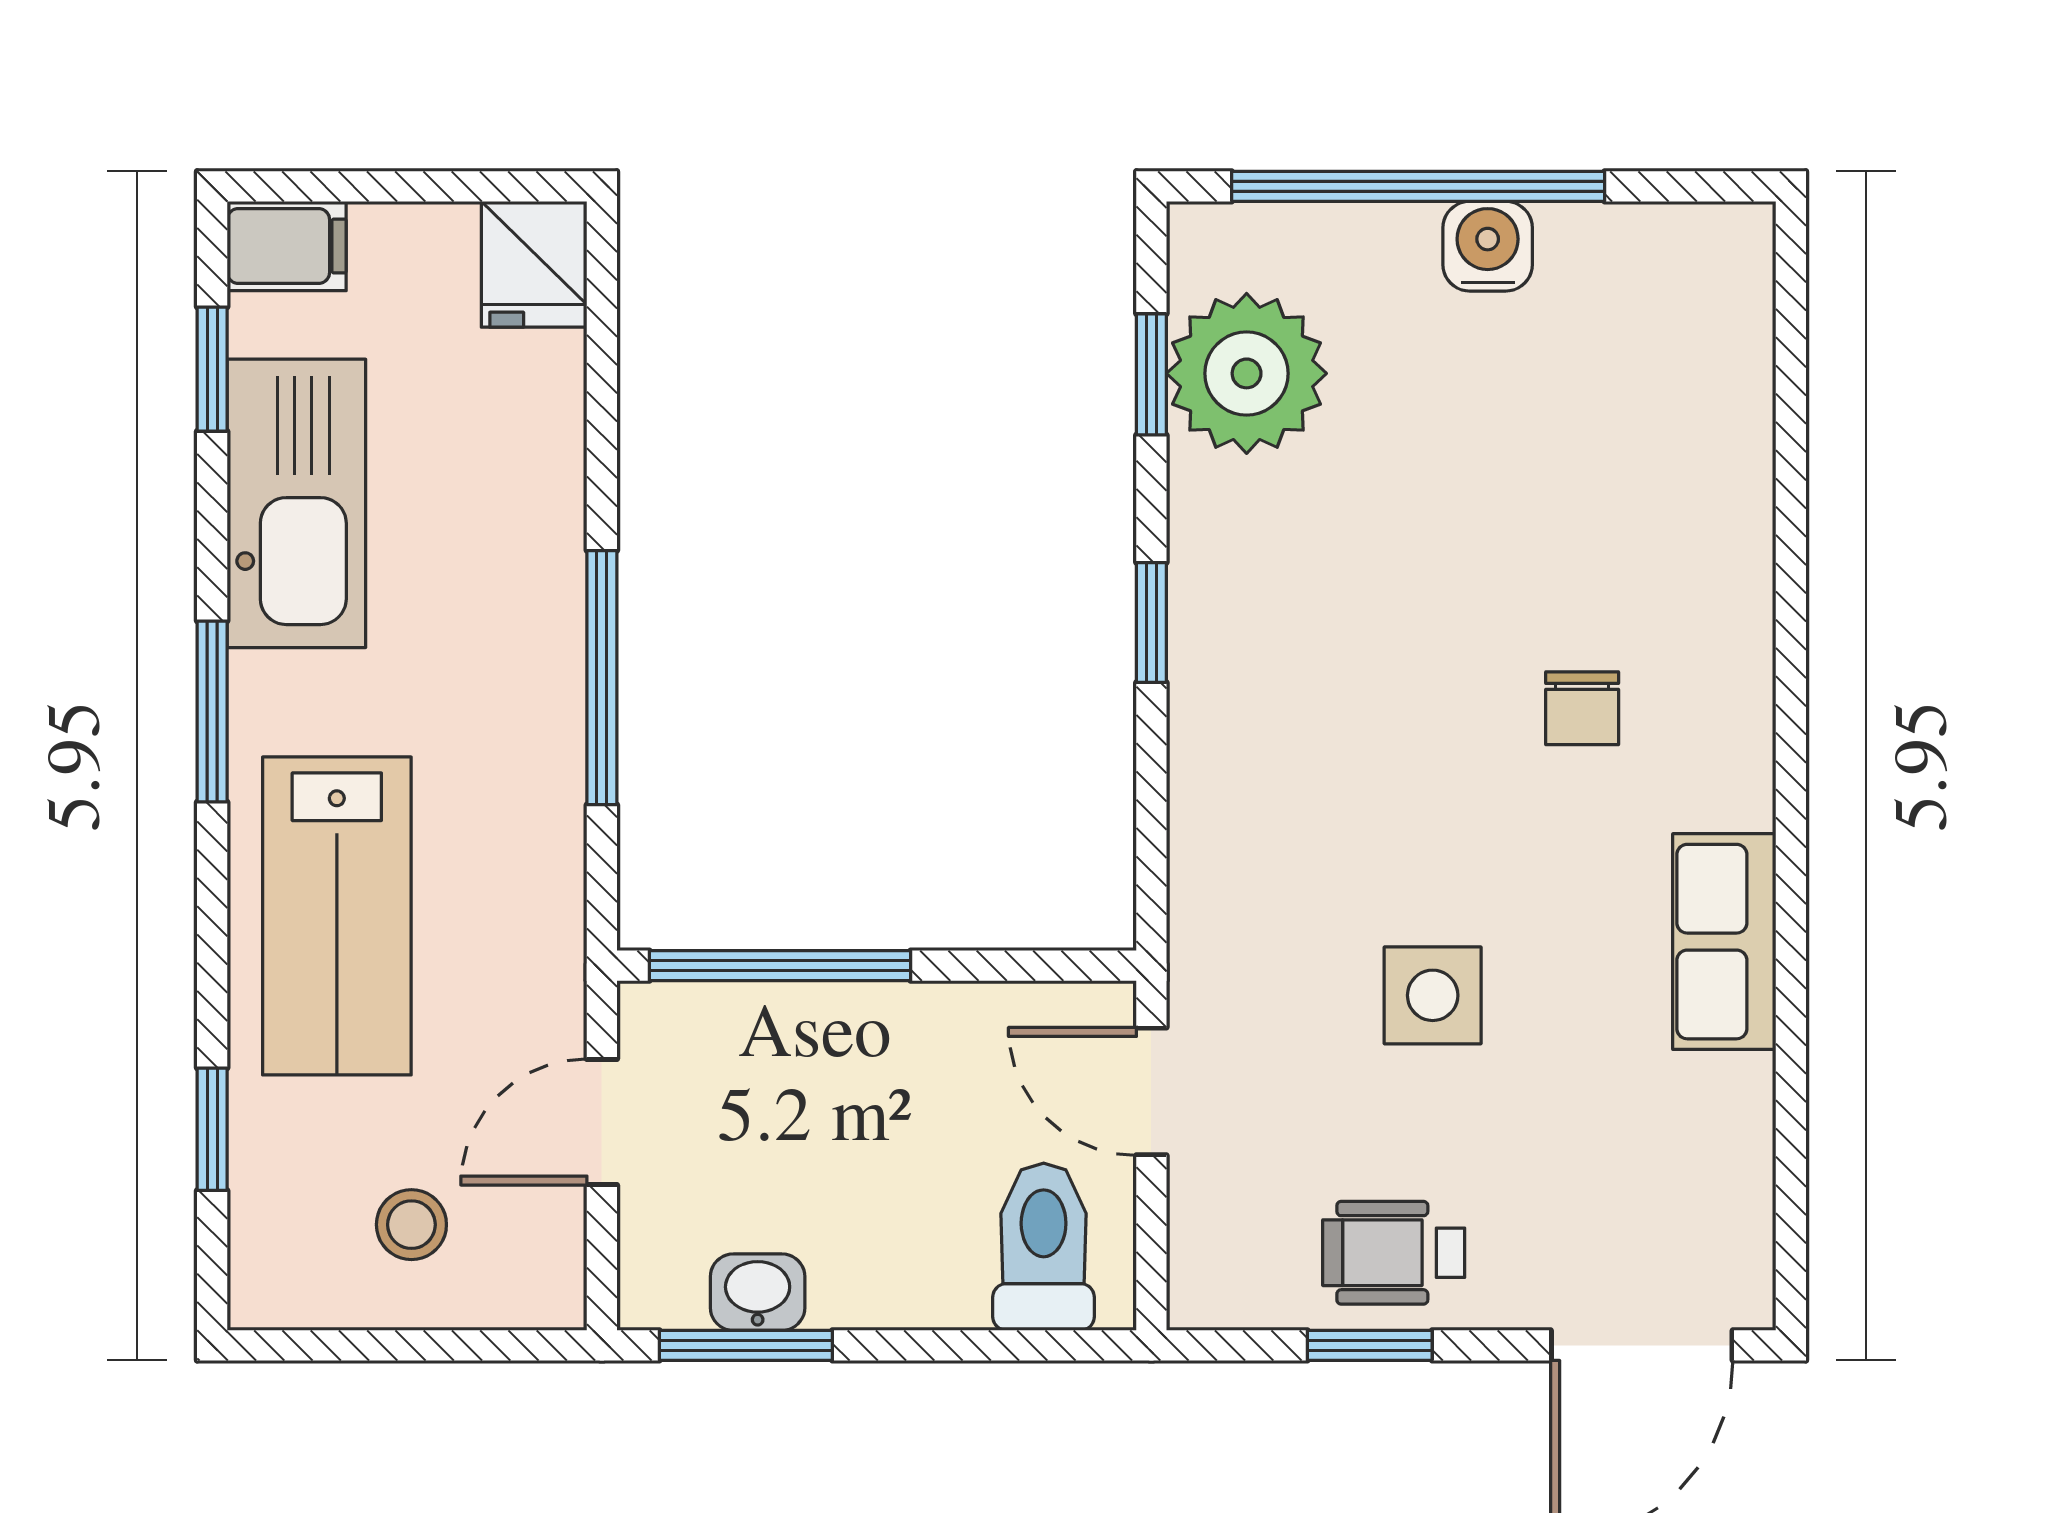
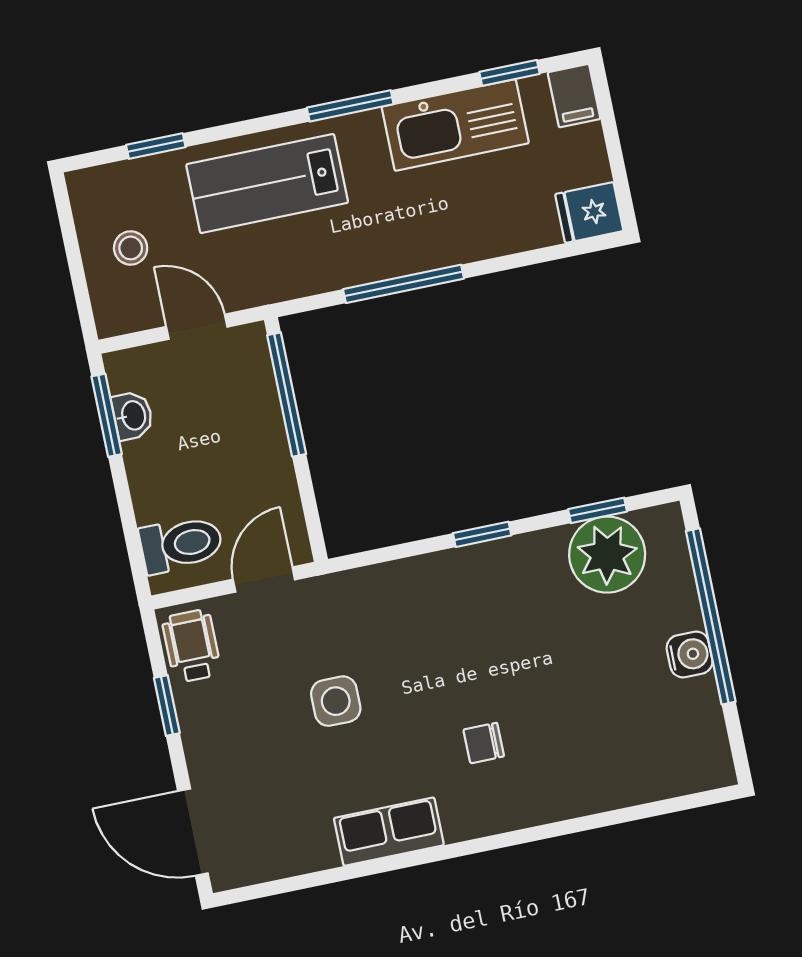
wheelchair: (1394, 1253) -> (192, 646), moved

